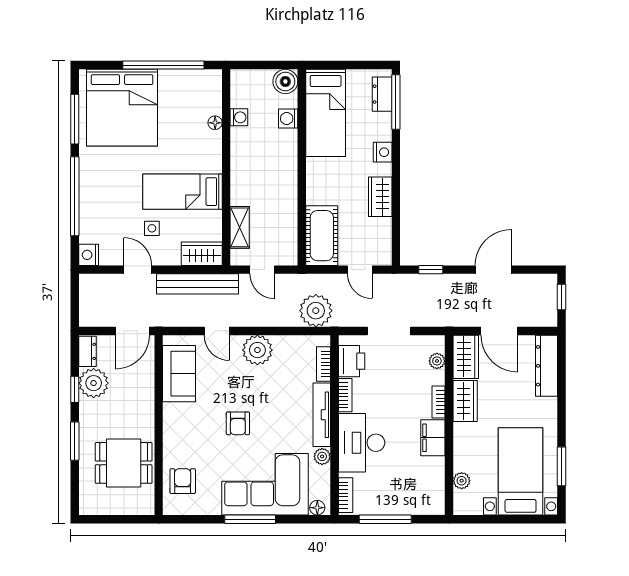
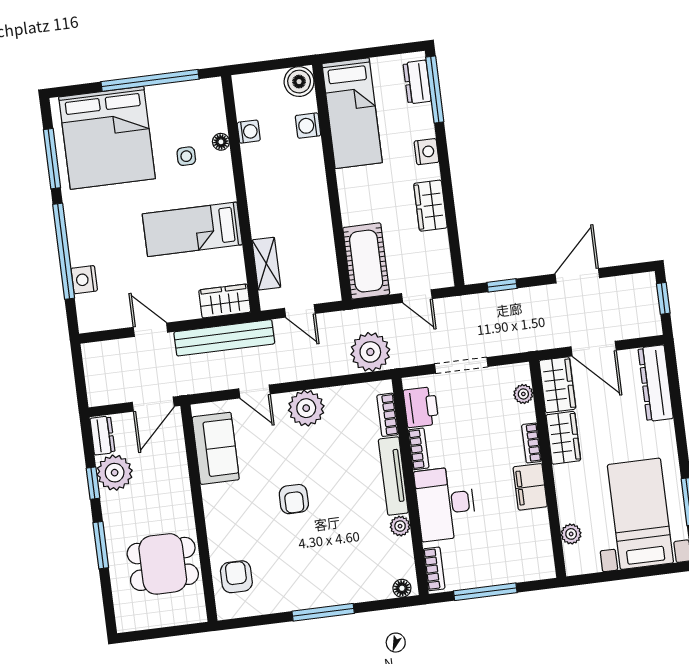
side table: (152, 228) -> (186, 156), moved
nightstand: (89, 255) -> (84, 280), moved
corner sofa: (265, 484) -> (336, 568), removed

